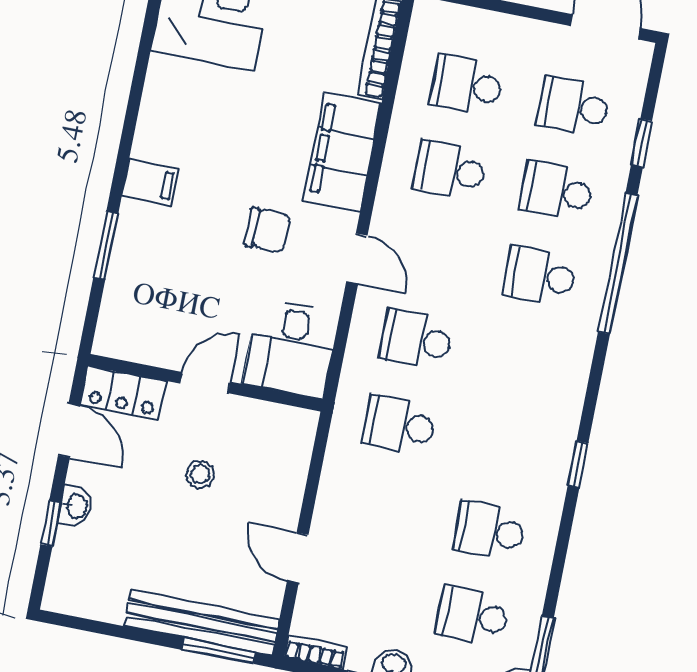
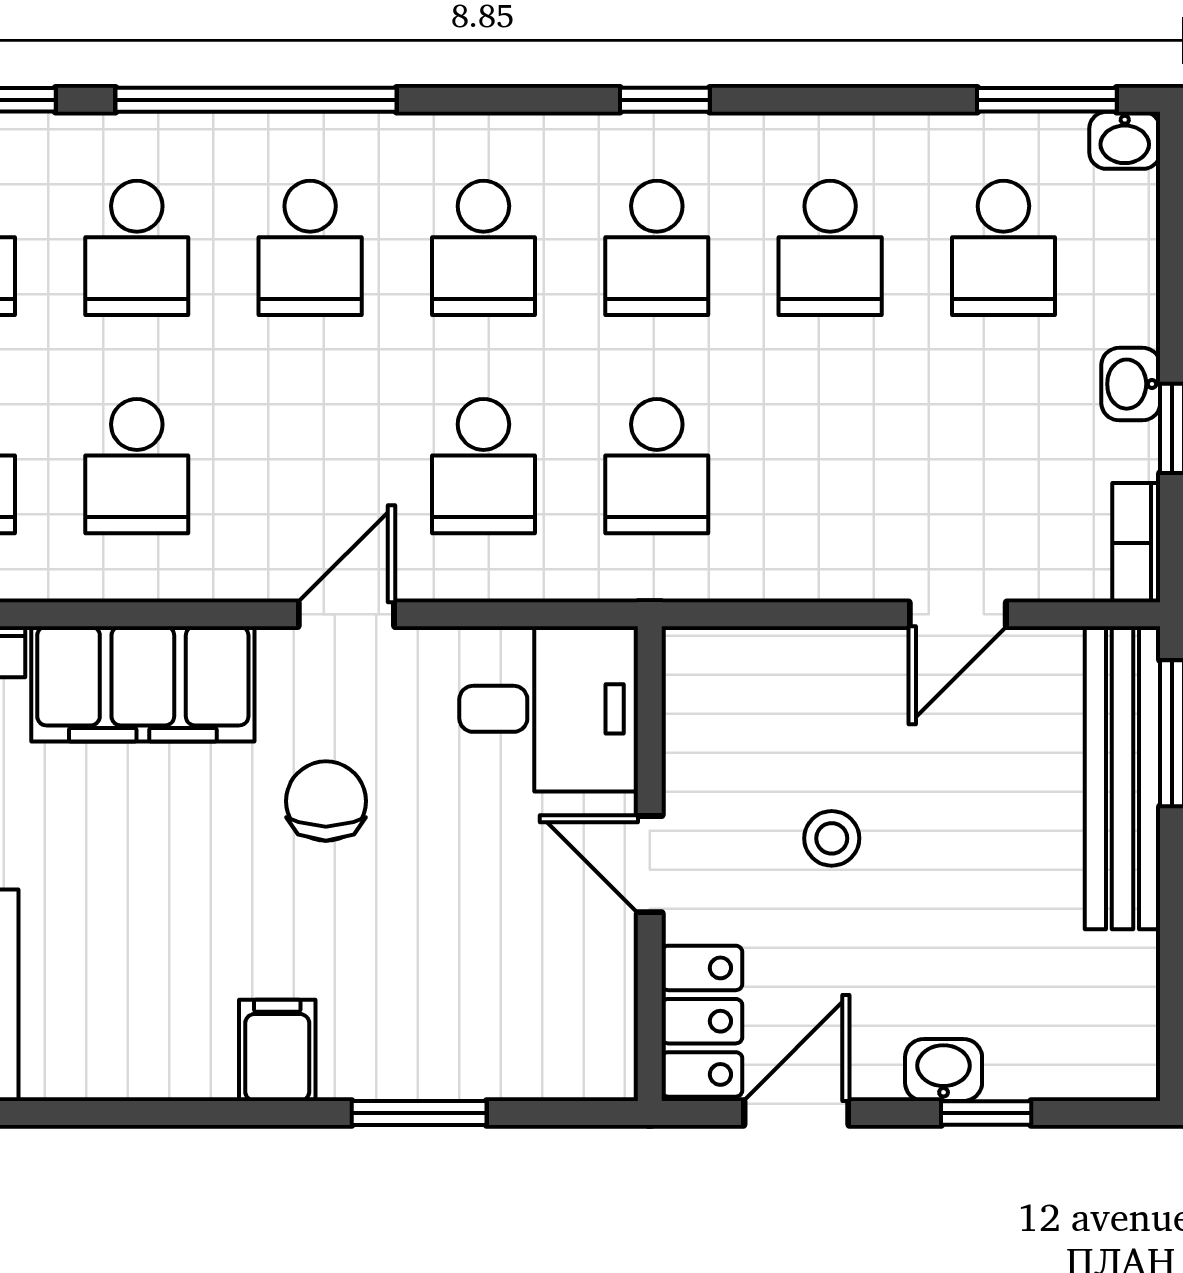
school desk: (523, 361) -> (483, 248), added
school desk: (506, 446) -> (657, 248), added

